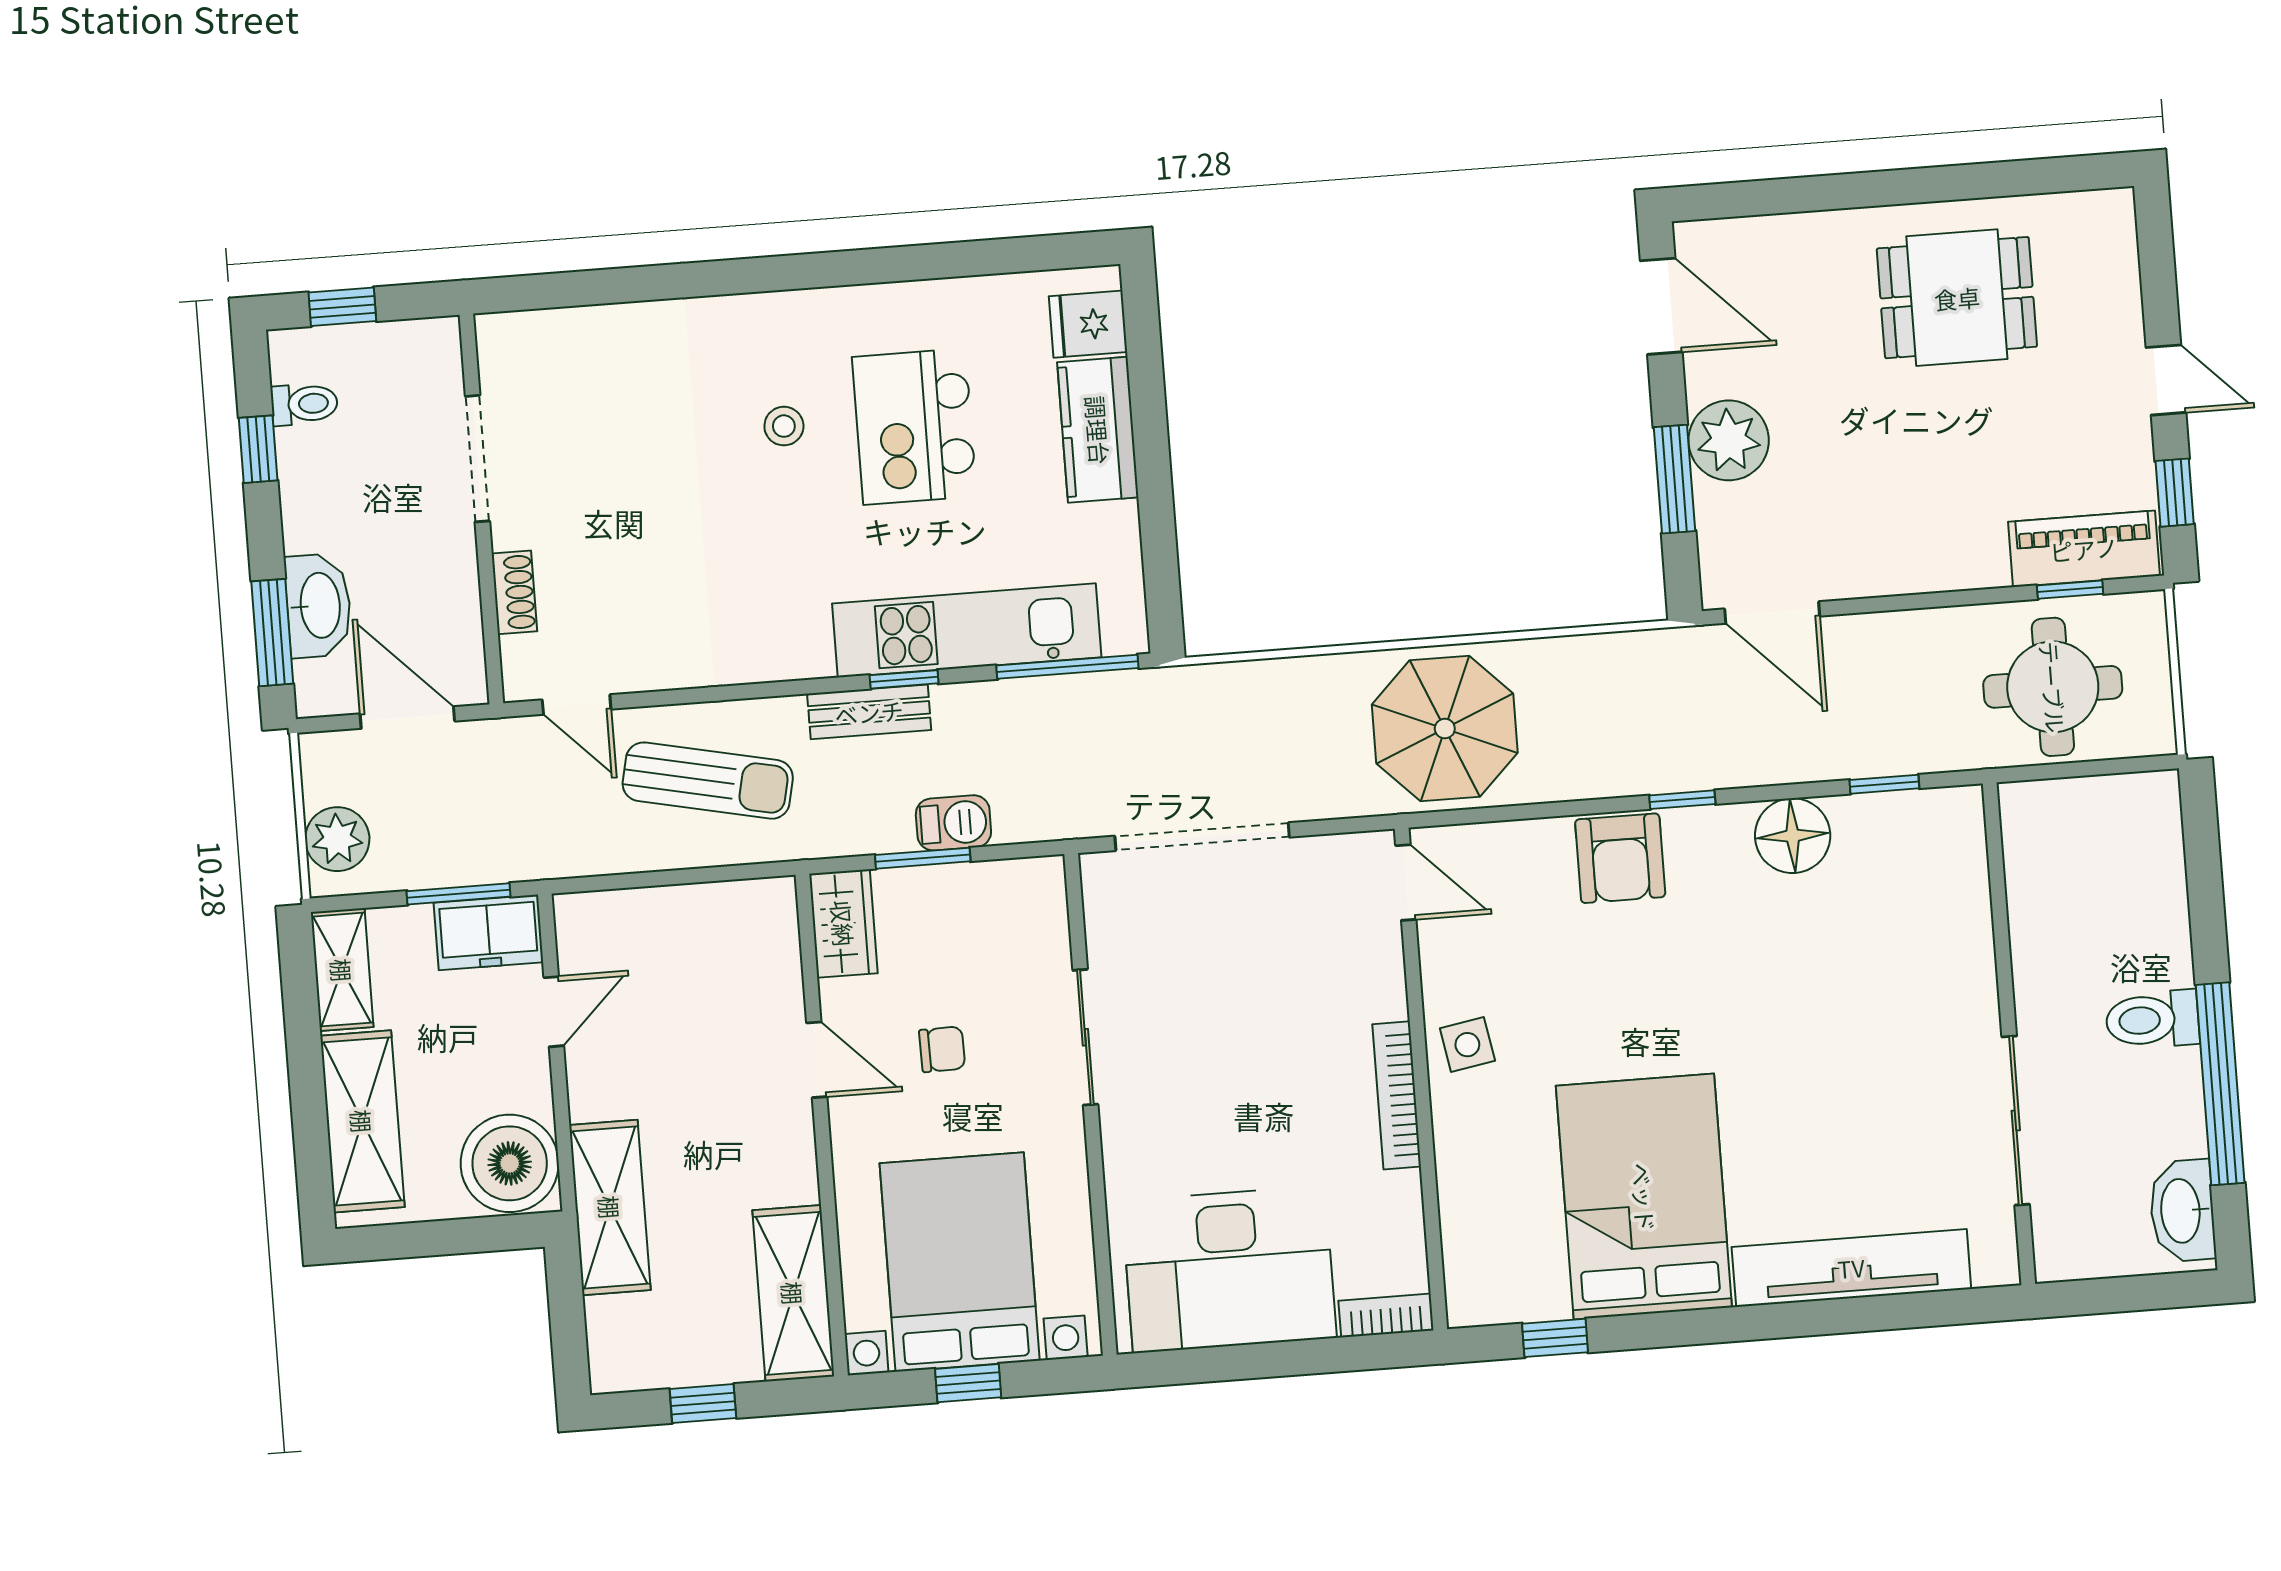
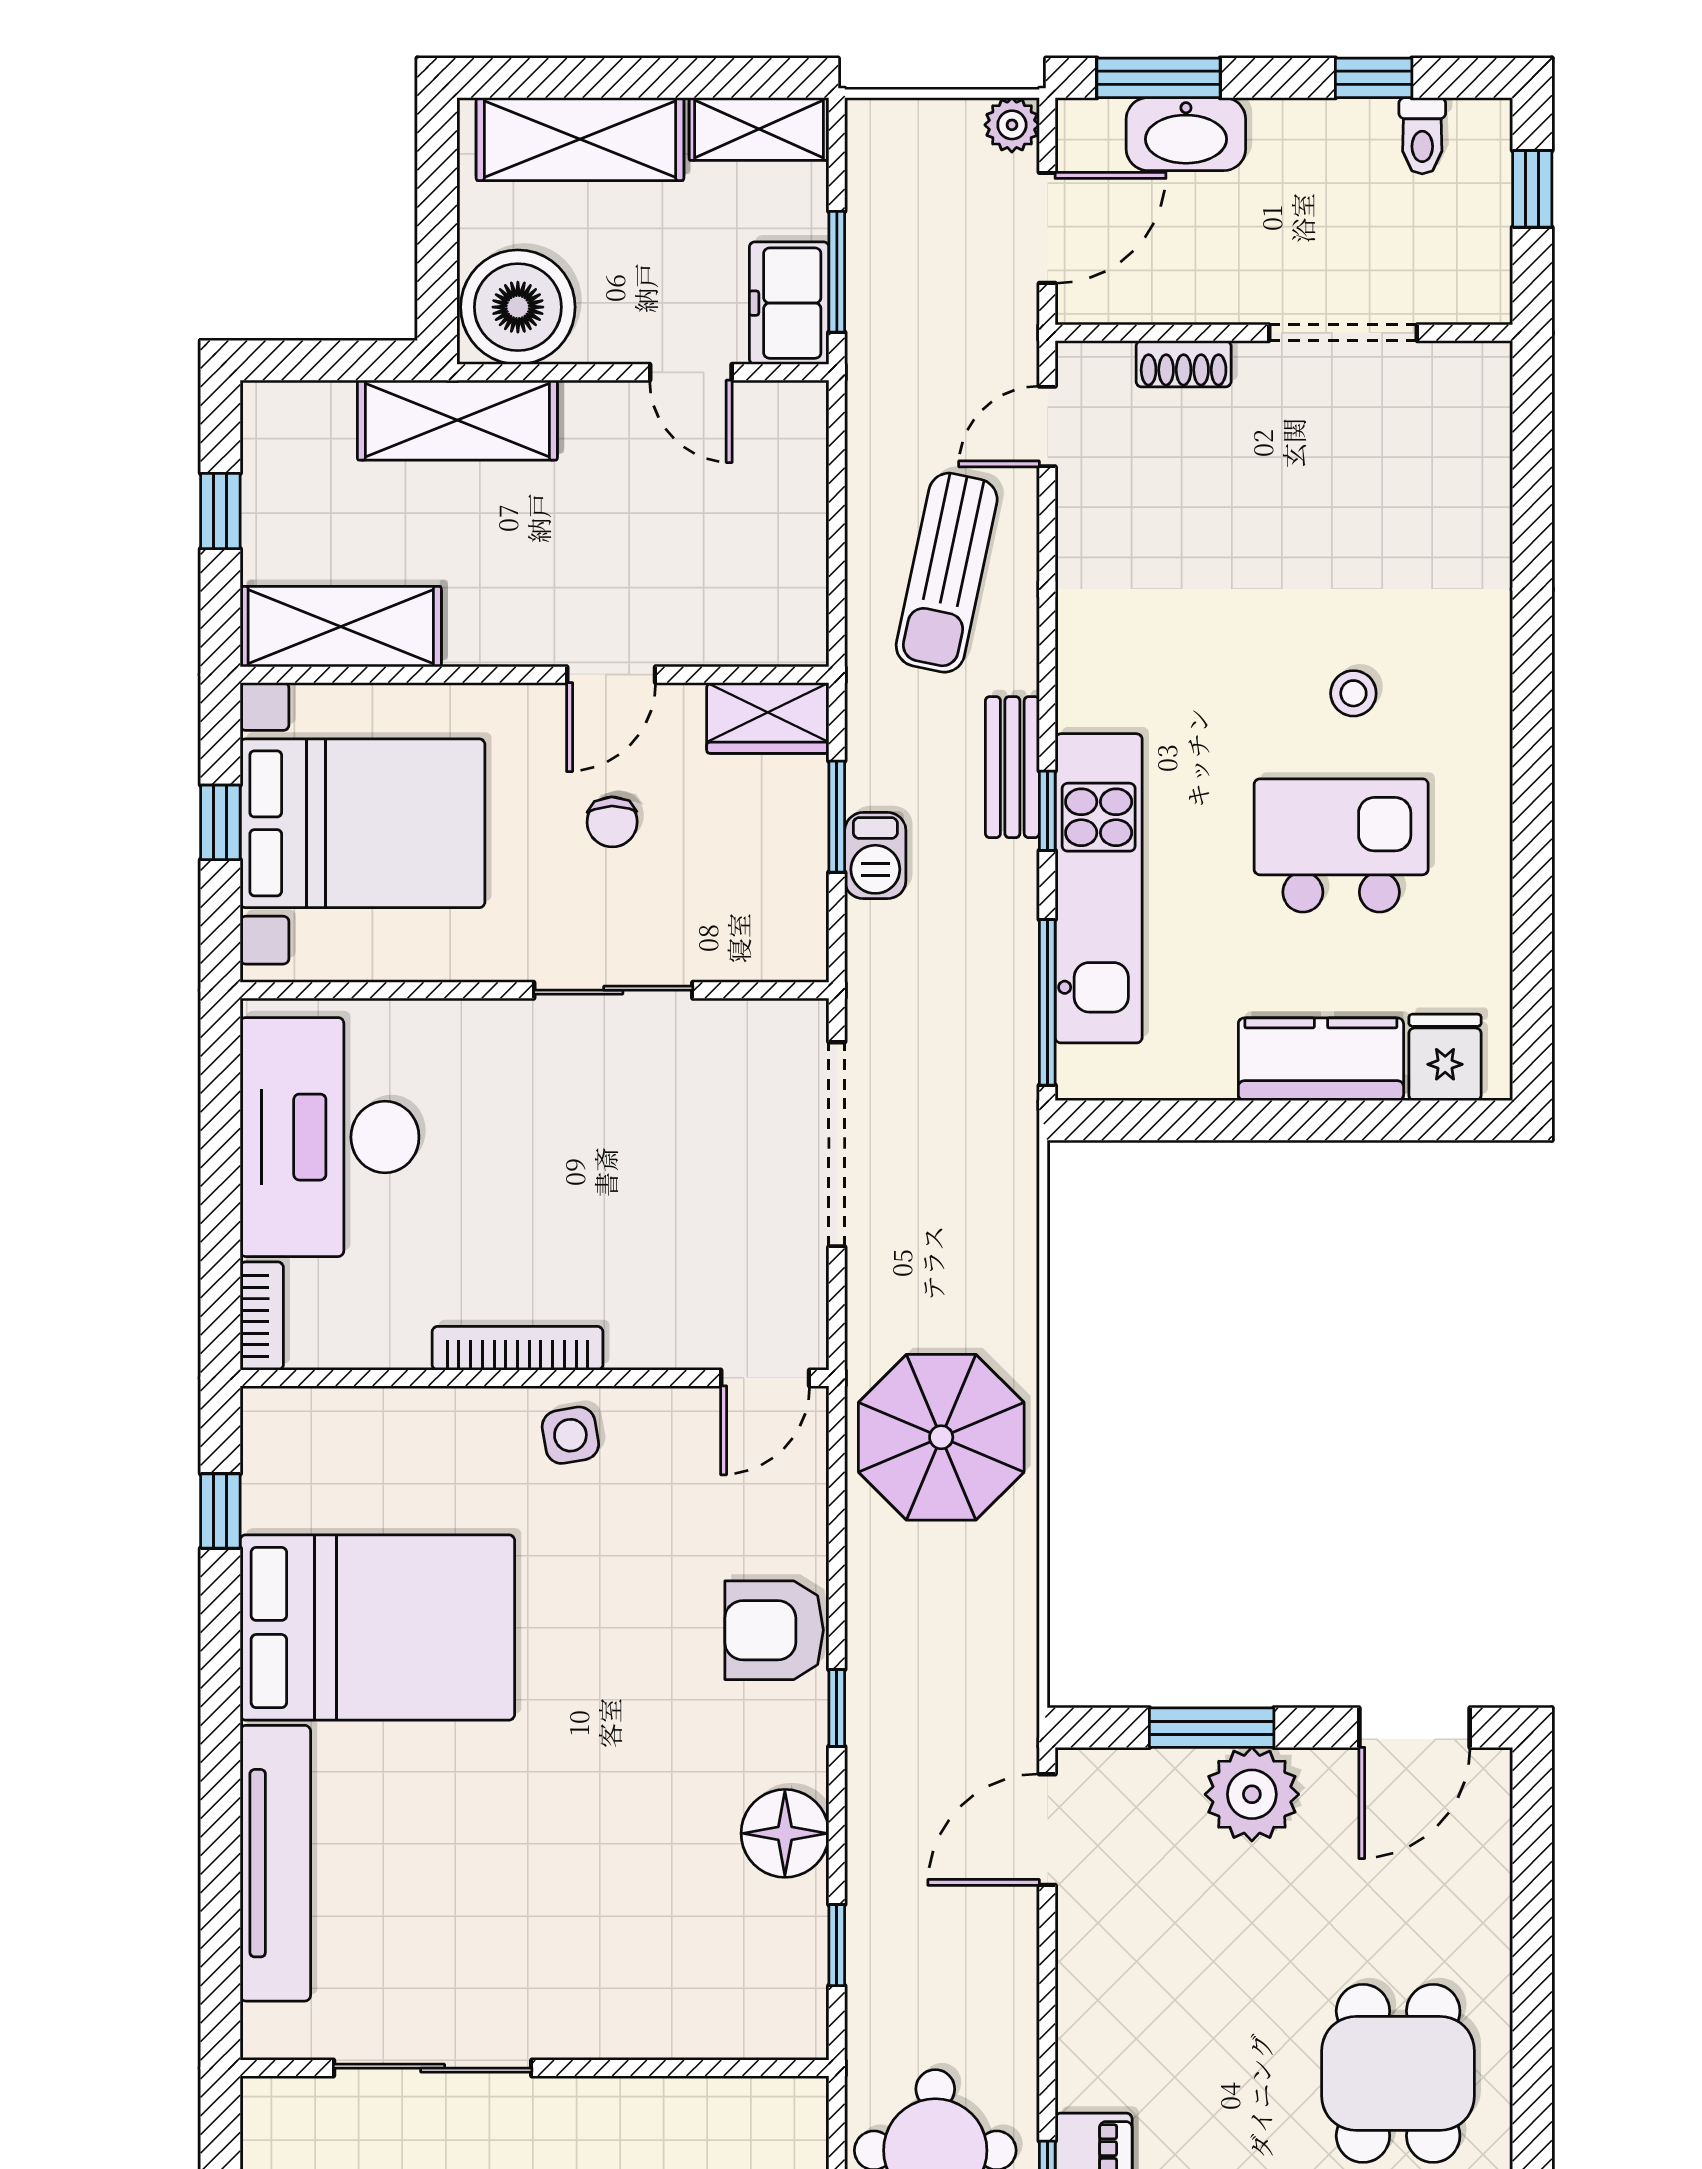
plant: (337, 839) -> (1012, 125), moved, width x0.73, depth x0.73

